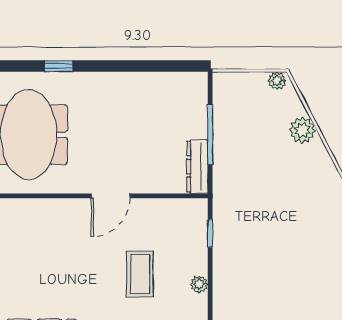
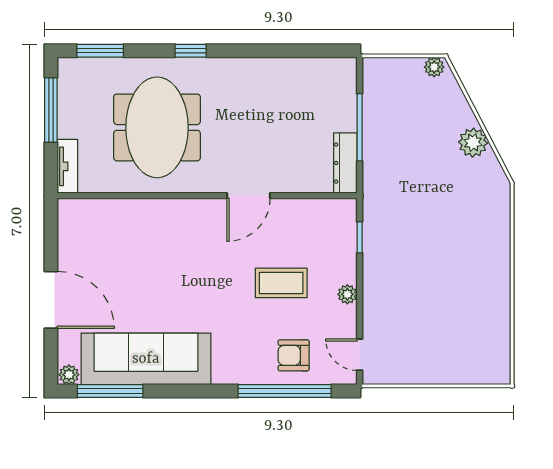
plant: (302, 130) -> (473, 143), moved
coffee table: (140, 274) -> (281, 283), turned 90

